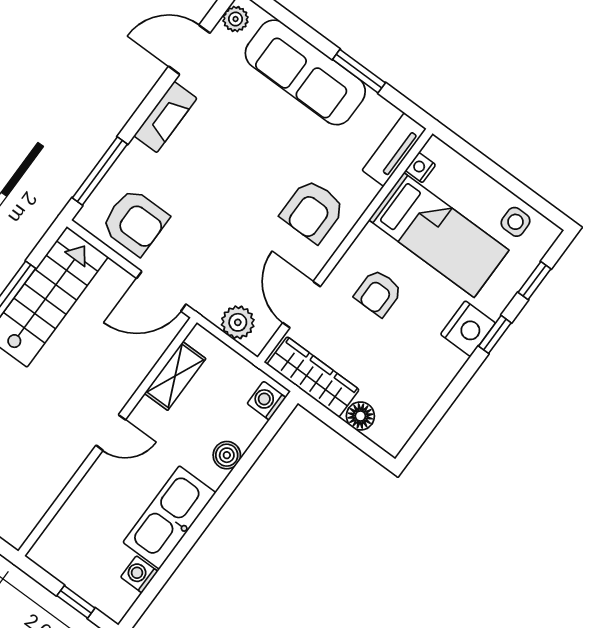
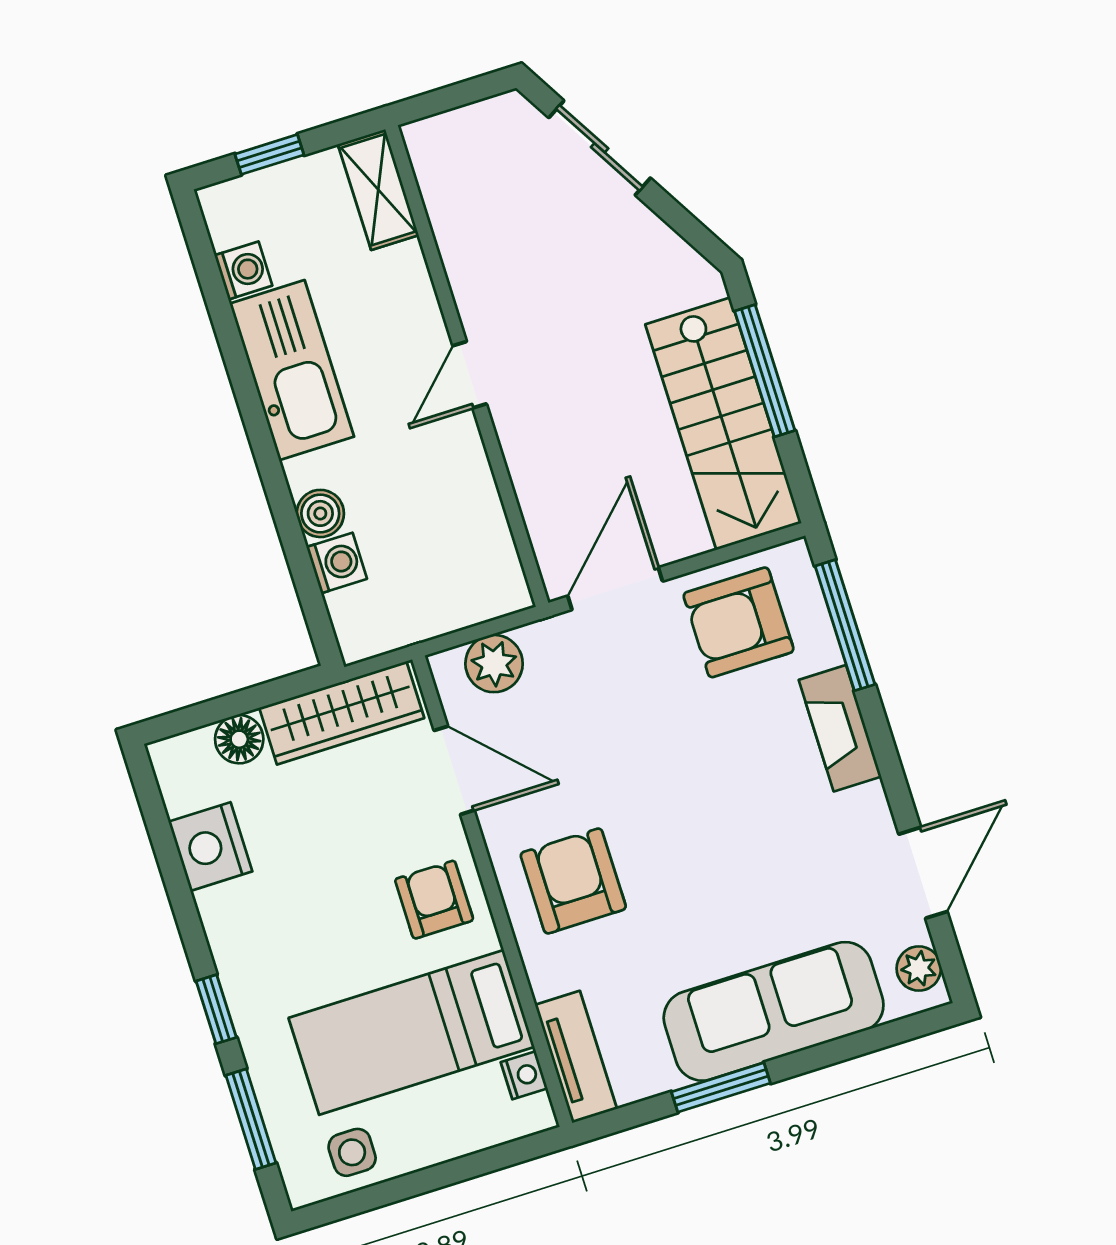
fireplace: (165, 117) -> (840, 728), moved
window: (535, 281) -> (251, 1119), width x1.50
armchair: (378, 293) -> (434, 900), moved
nightstand: (468, 329) -> (210, 847), moved
shelving: (175, 376) -> (378, 190), moved
washing machine: (266, 401) -> (337, 563), moved

